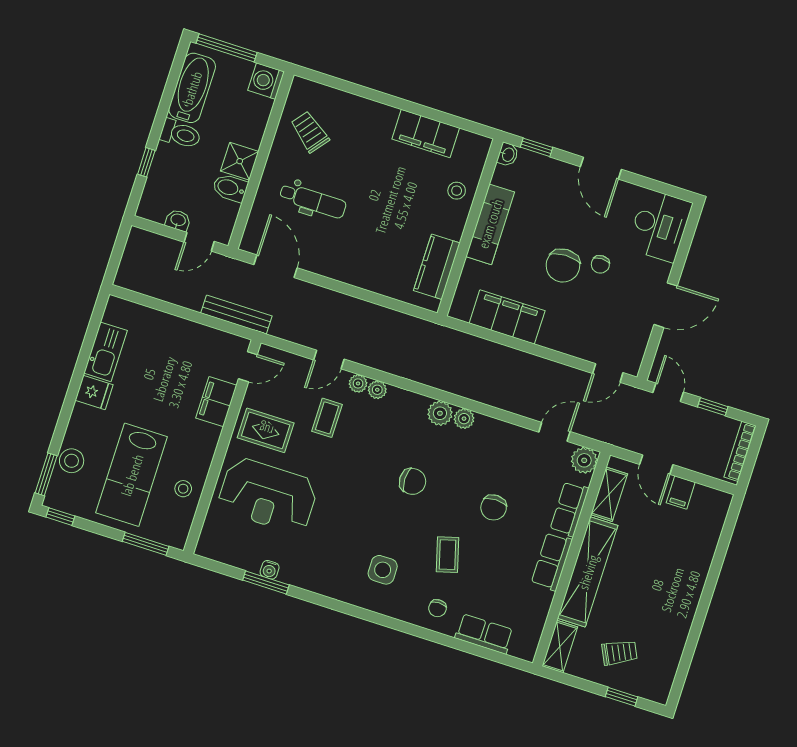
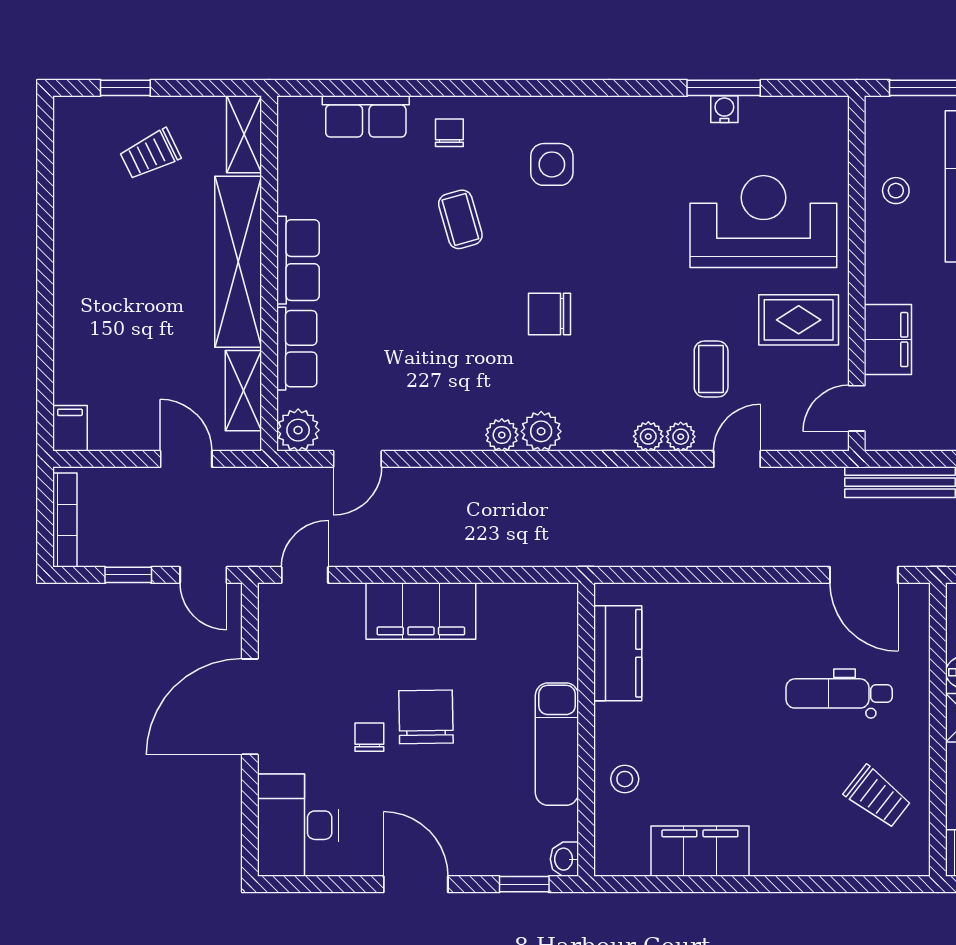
door: (666, 305) -> (250, 707), width x1.36
filing cabinet: (507, 317) -> (421, 611), moved
filing cabinet: (681, 492) -> (70, 428), moved
chair: (494, 507) -> (413, 314), removed

